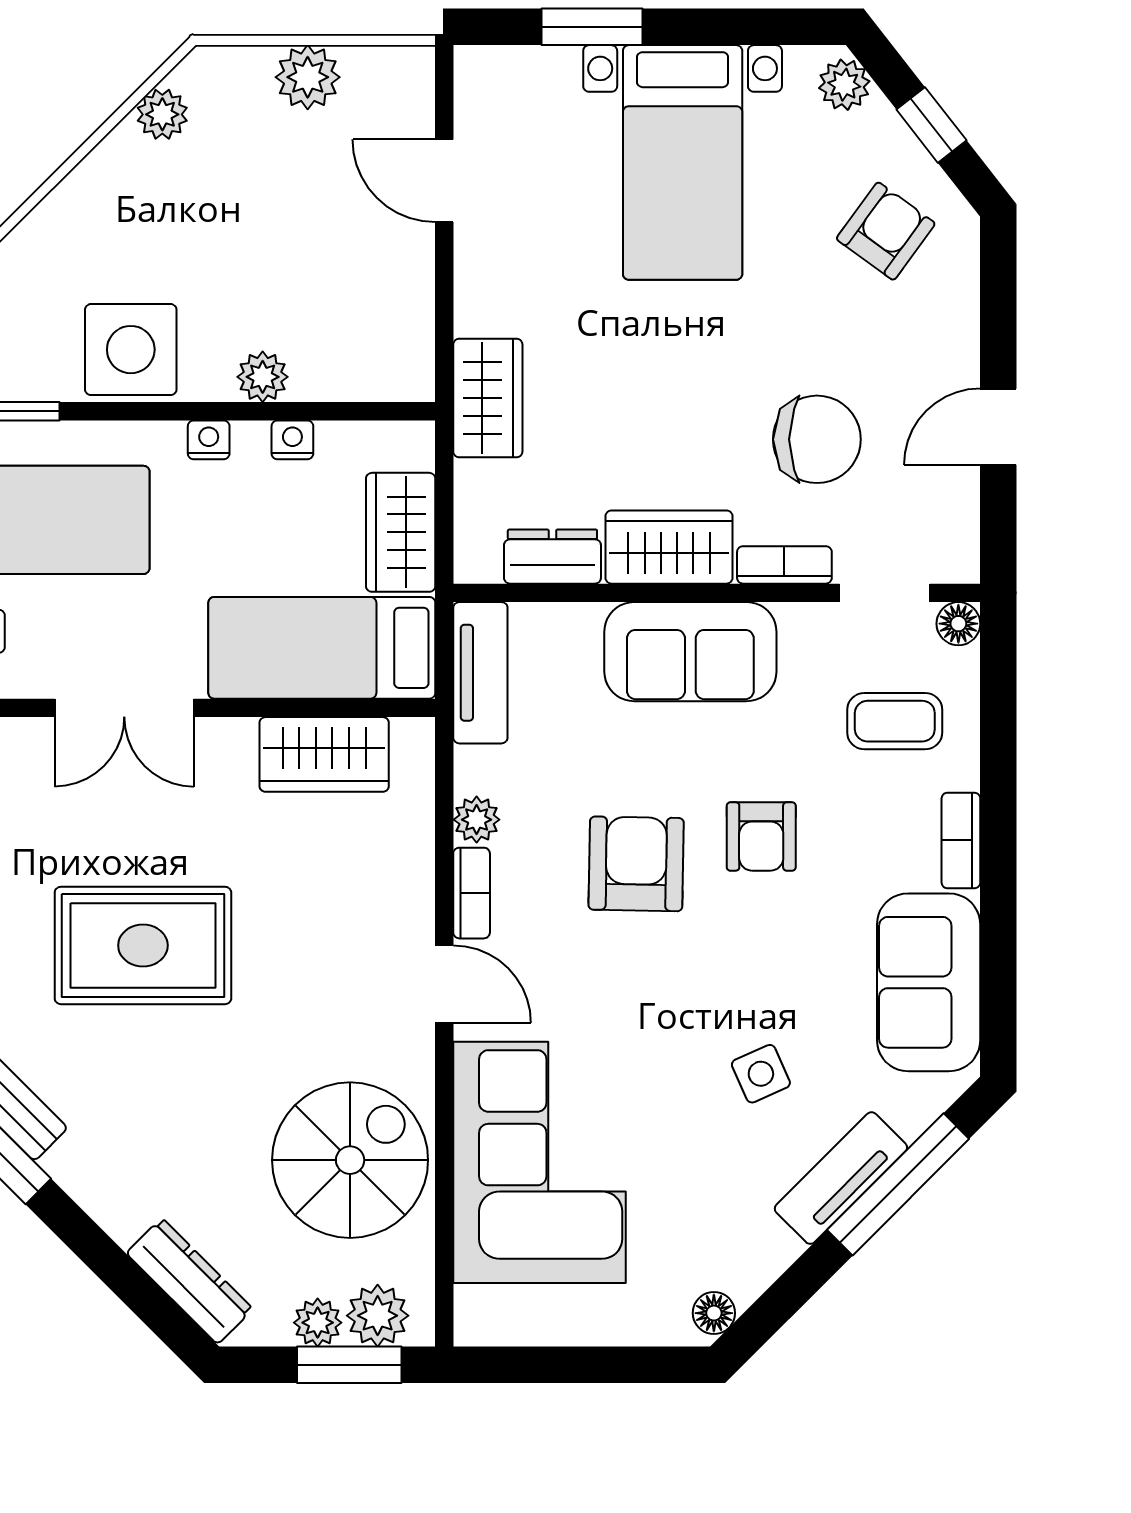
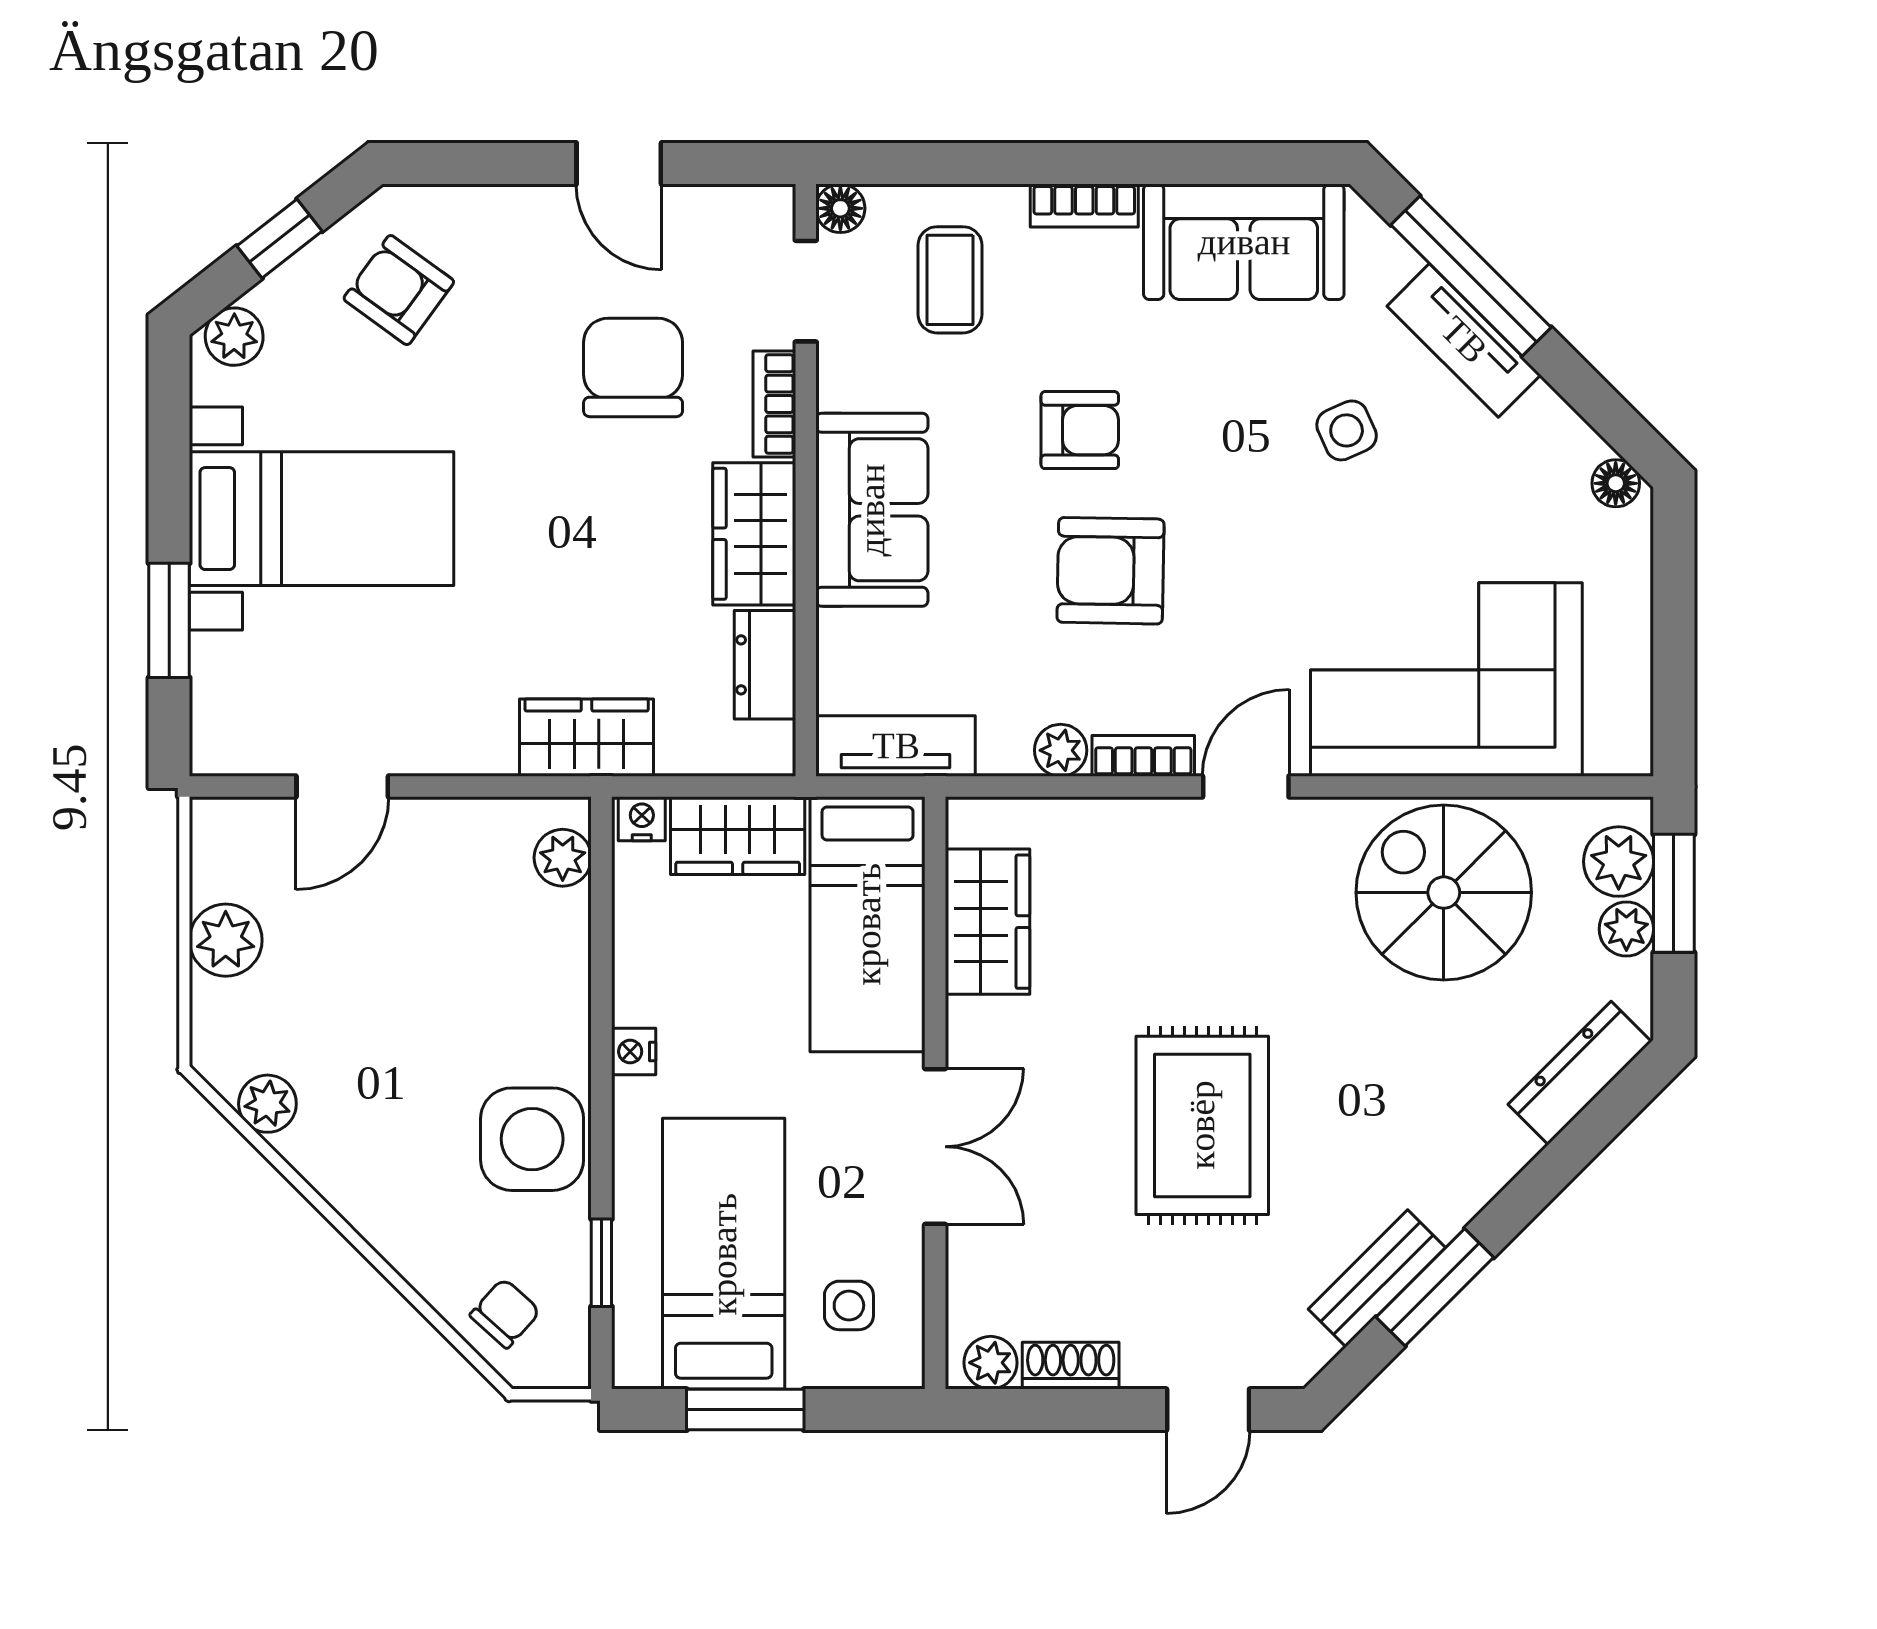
plant: (263, 377) -> (563, 858), moved
nightstand: (292, 440) -> (642, 819), moved, turned 90

